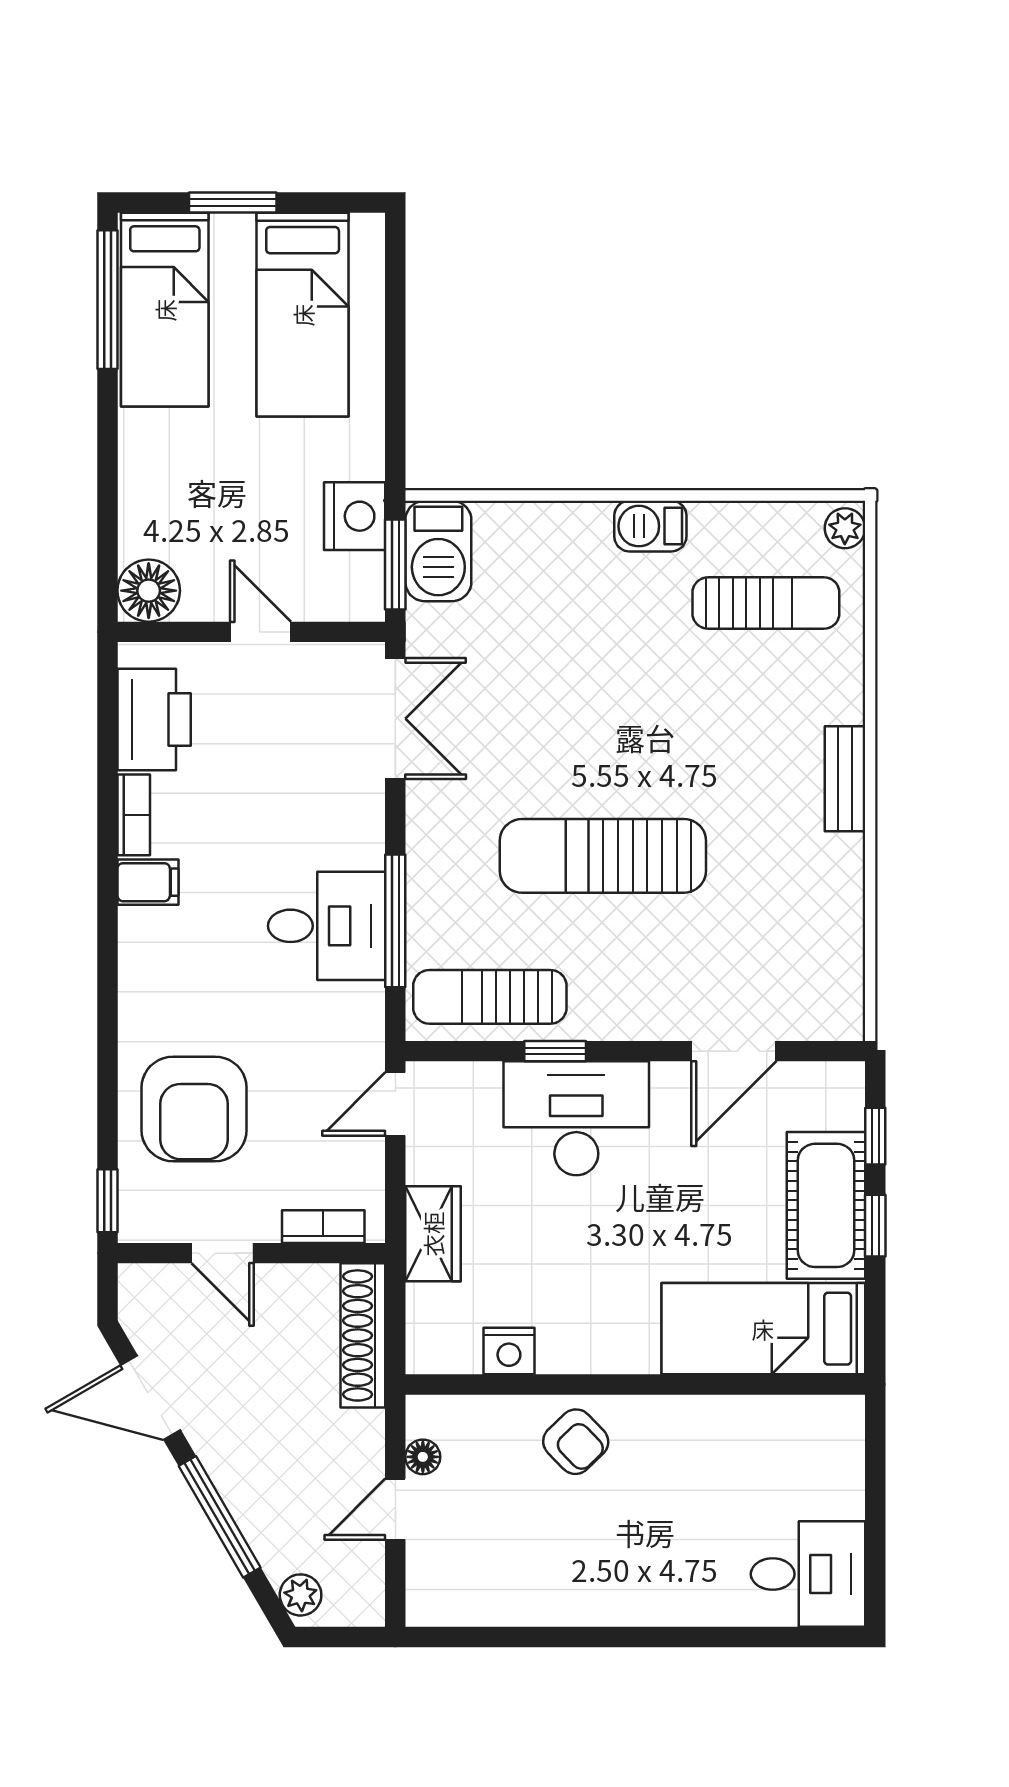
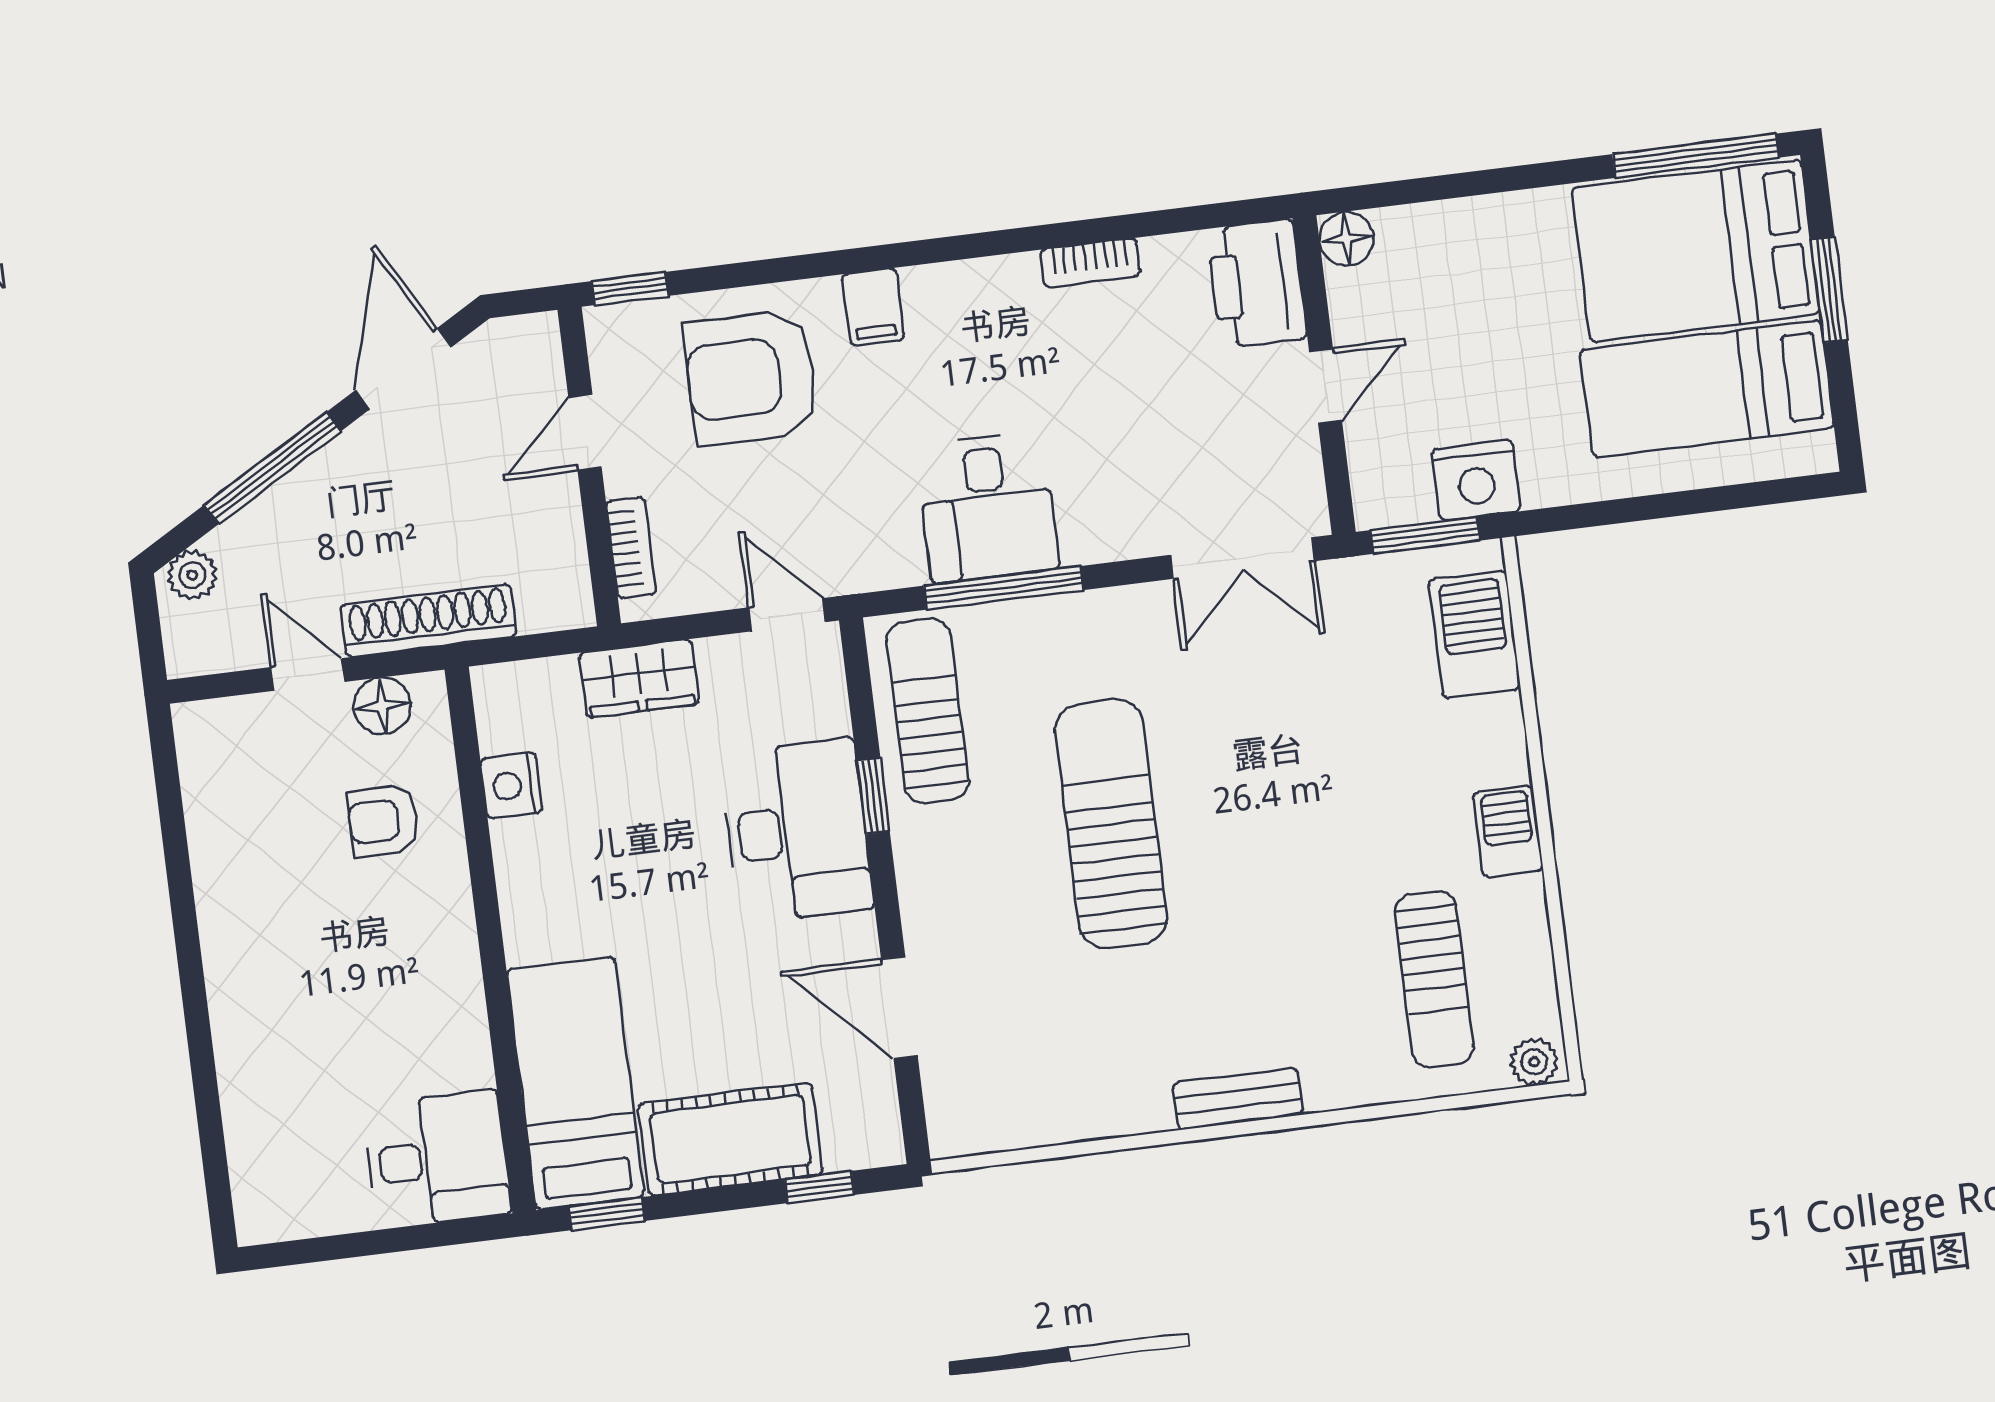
bed: (165, 310) -> (1696, 251), width x1.50
barbecue: (438, 551) -> (1475, 635), moved, turned 90
floor lamp: (149, 591) -> (1346, 239), width x0.73, depth x0.73
printer: (154, 719) -> (1257, 284), moved, turned 90
filing cabinet: (148, 882) -> (873, 307), moved
window: (875, 1226) -> (607, 1214), moved
shoe rack: (363, 1335) -> (428, 621), moved
armchair: (576, 1442) -> (383, 821), moved, turned 44
floor lamp: (423, 1457) -> (382, 706), width x1.37, depth x1.37
desk: (808, 1574) -> (437, 1159), moved, turned -90

